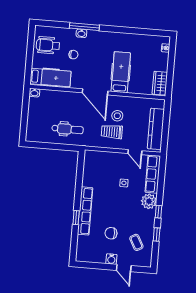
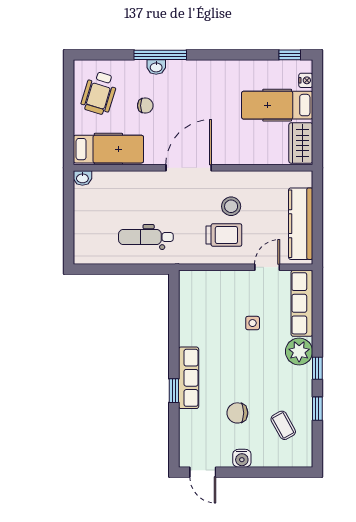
window: (158, 33) -> (290, 55), added
wheelchair: (48, 45) -> (99, 93), turned -73
hospital bed: (121, 72) -> (277, 105), moved, turned -90
door: (95, 92) -> (189, 168), swing flipped
dental chair: (68, 129) -> (146, 237), turned 180
trolley: (112, 132) -> (224, 235), turned 180
door: (135, 152) -> (267, 267), swing flipped
row of seats: (85, 211) -> (189, 378), width x0.73
door: (124, 268) -> (203, 472), moved

